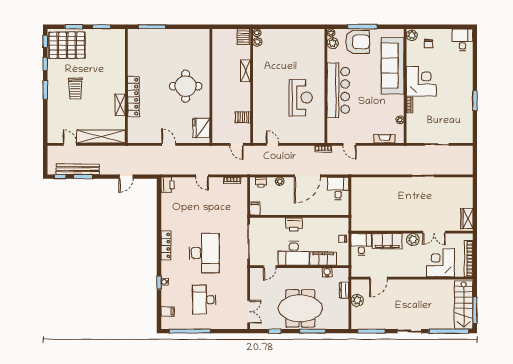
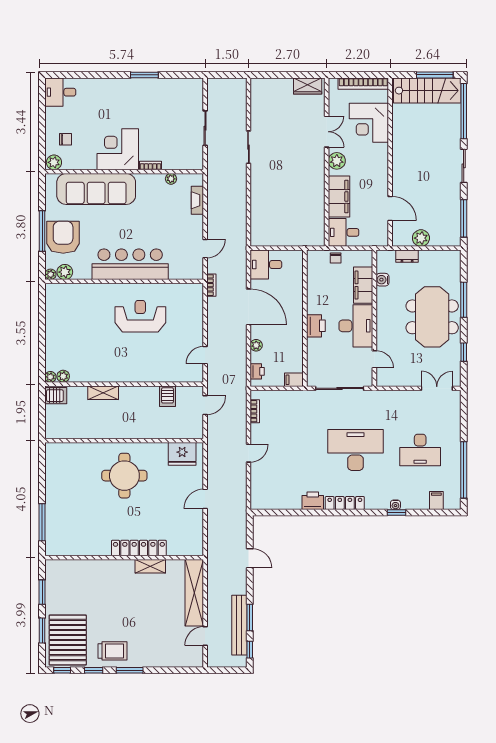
trolley: (75, 89) -> (112, 651), moved
printer: (167, 185) -> (313, 501), moved

